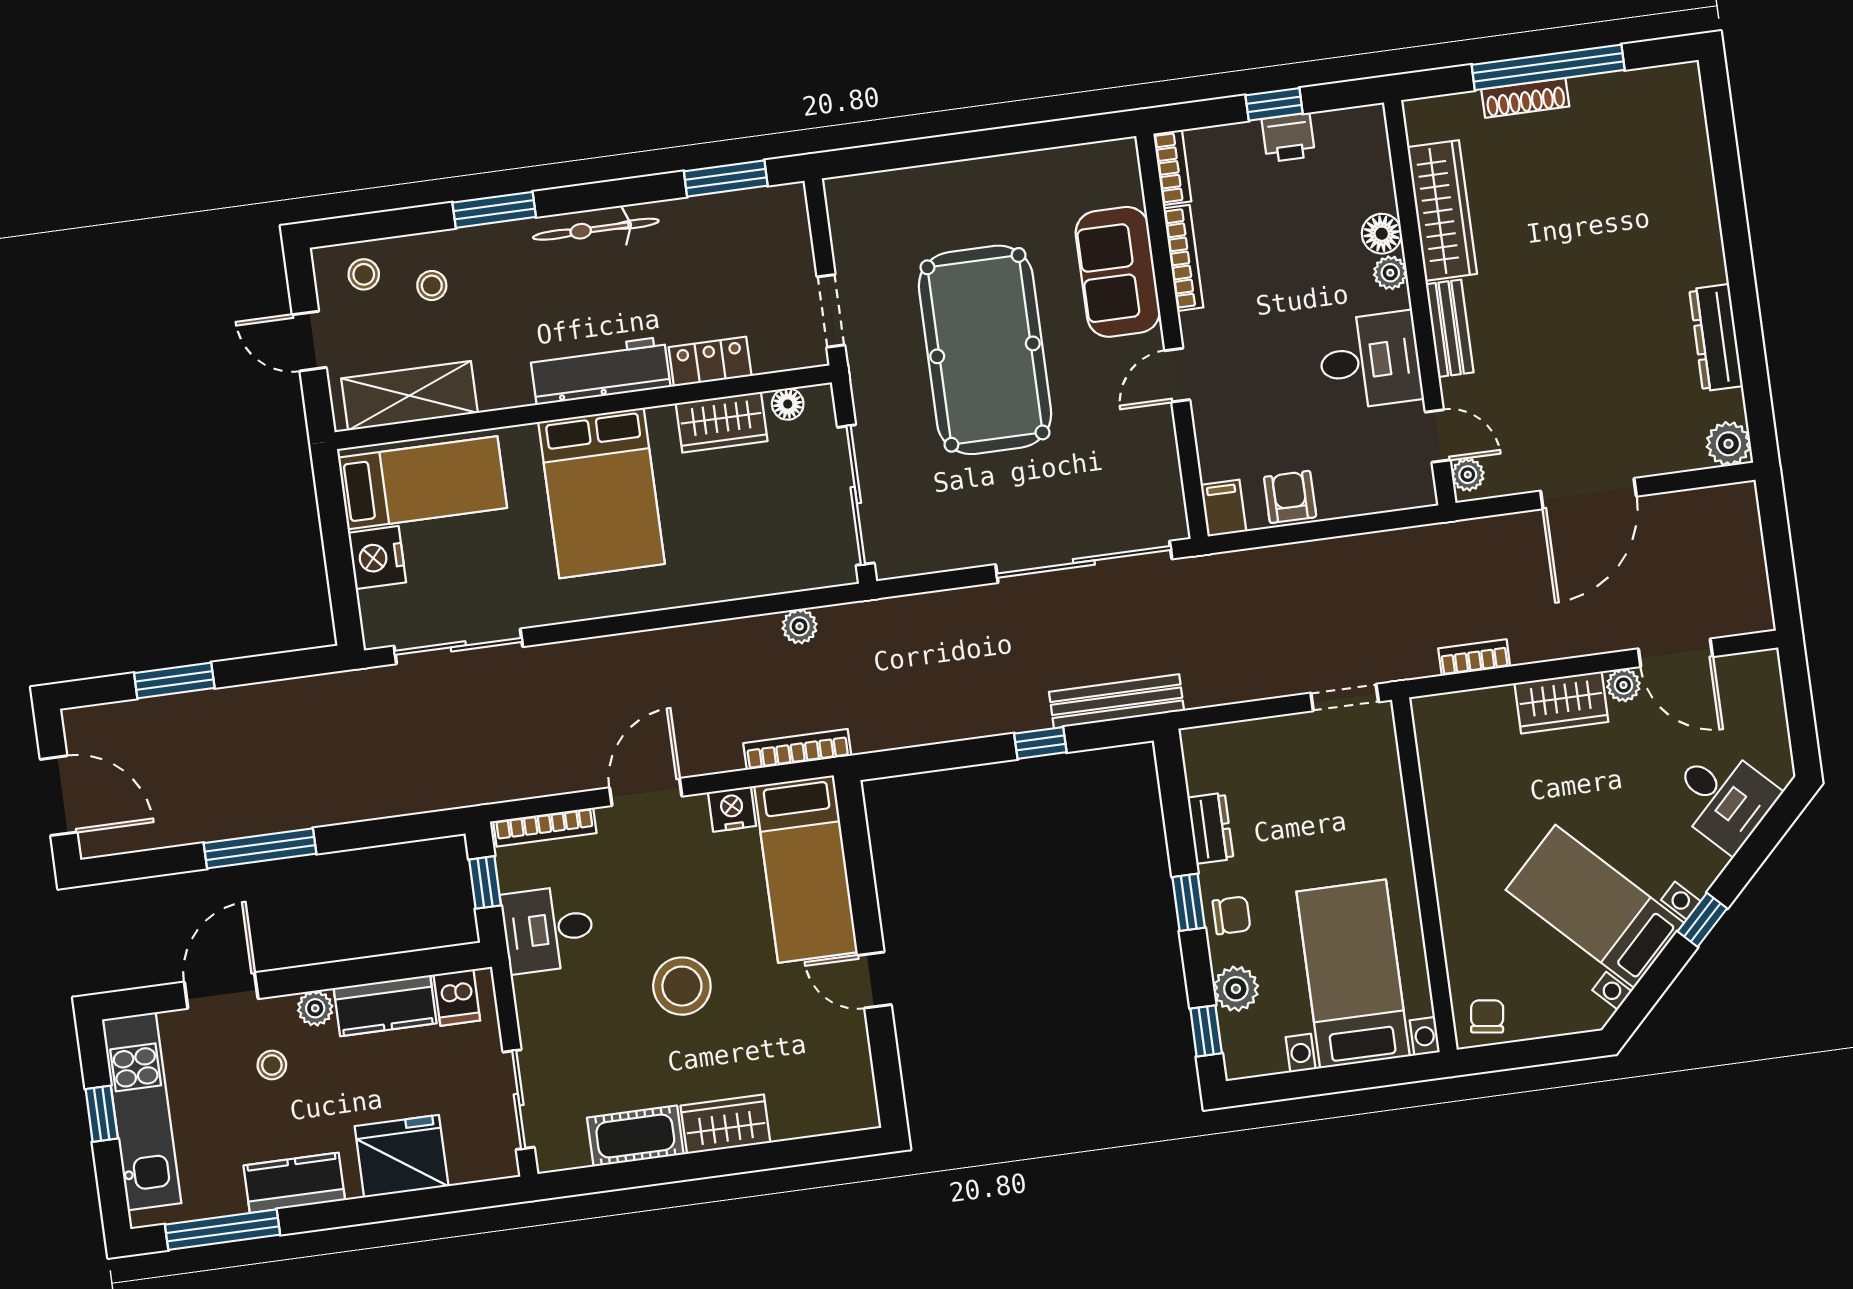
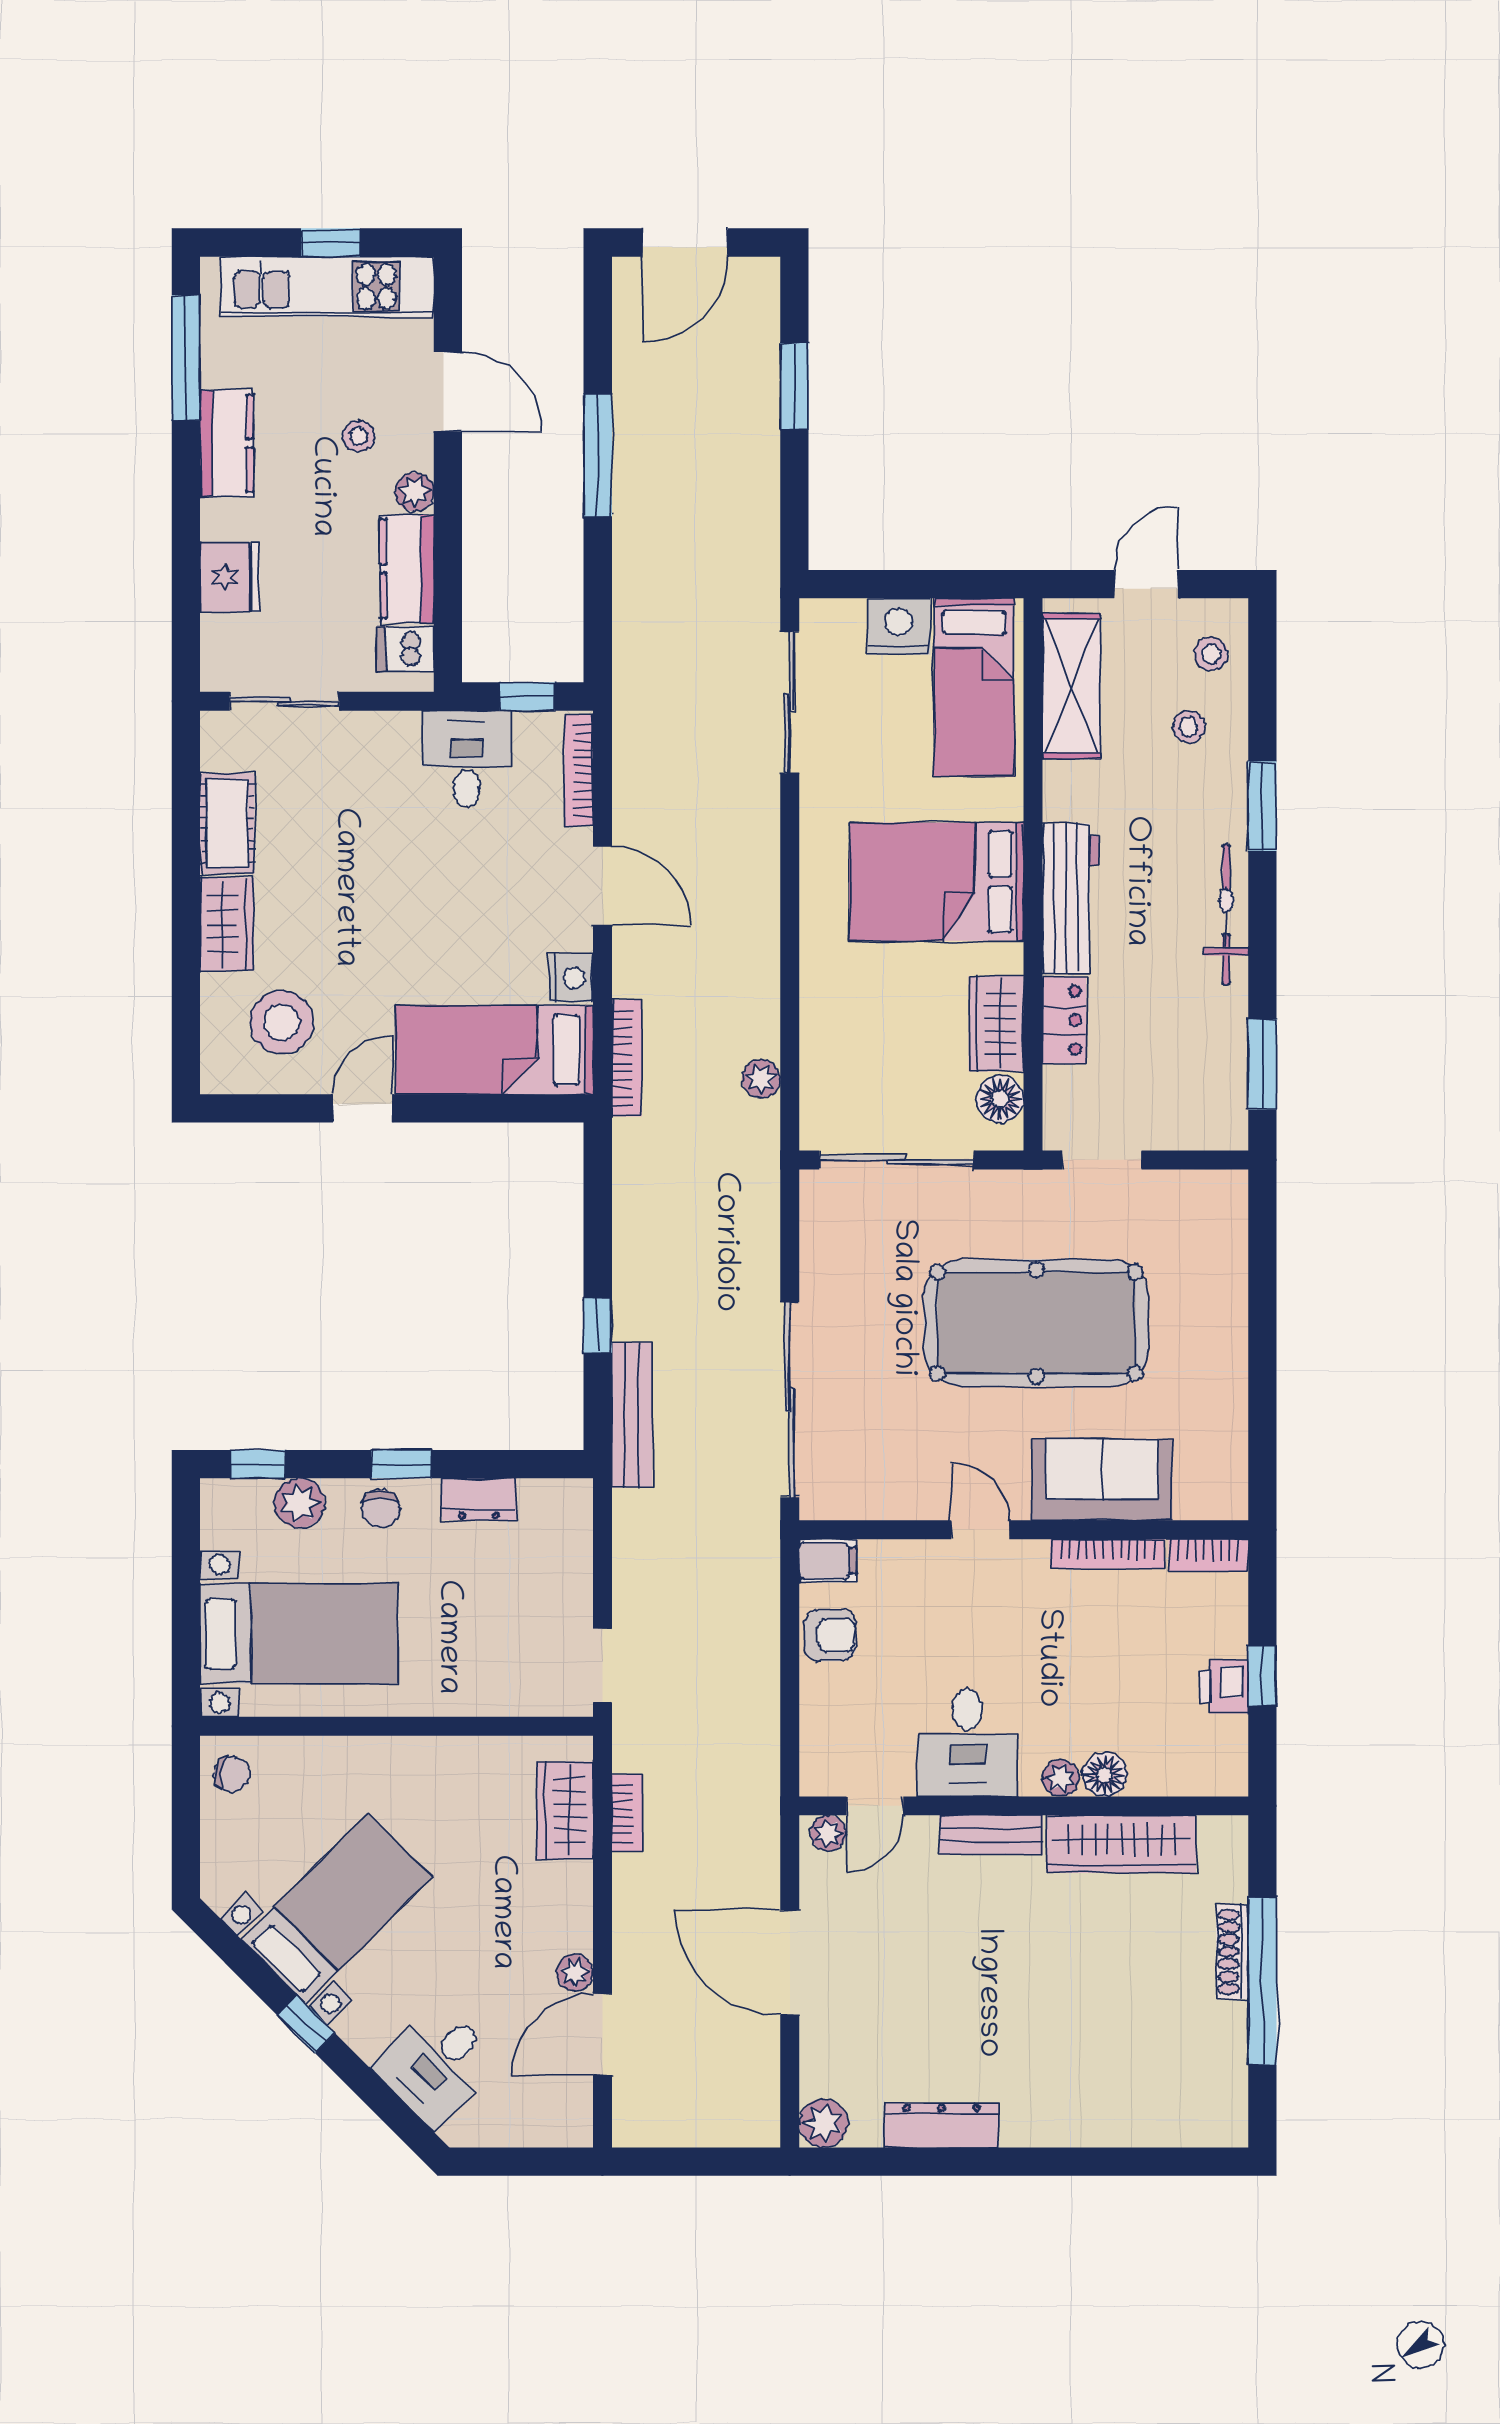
floor lamp: (788, 404) -> (1000, 1099), width x1.37, depth x1.37
wardrobe: (1561, 703) -> (565, 1810), moved
stool: (682, 986) -> (281, 1022), moved
fridge: (402, 1156) -> (230, 577), width x0.73, depth x0.75

